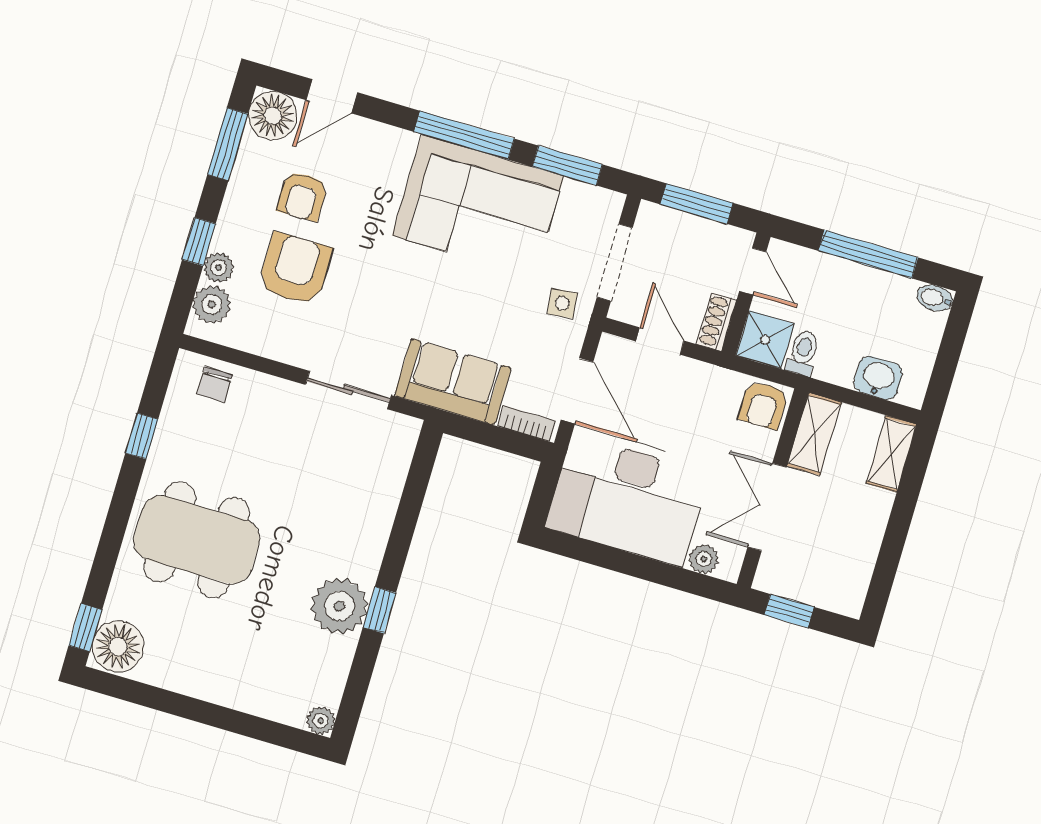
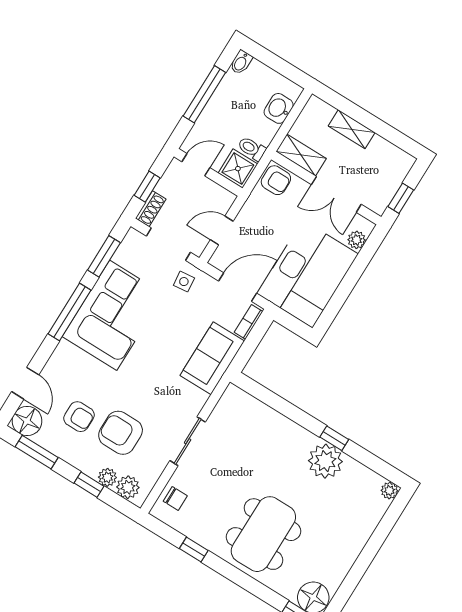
window: (697, 204) -> (147, 187), width x0.67
shoe rack: (717, 322) -> (151, 209), moved, turned -90
sliding door: (348, 390) -> (188, 441), moved
shelving: (892, 454) -> (352, 129), moved

